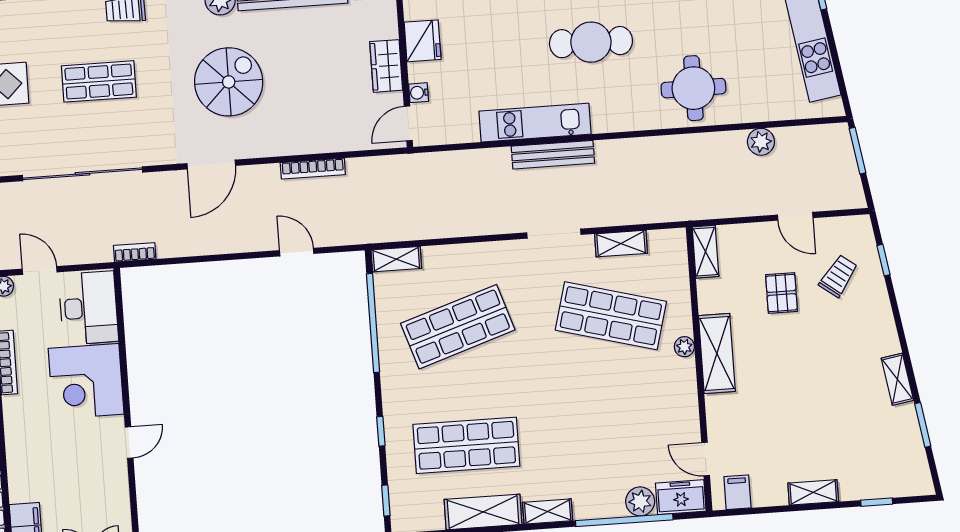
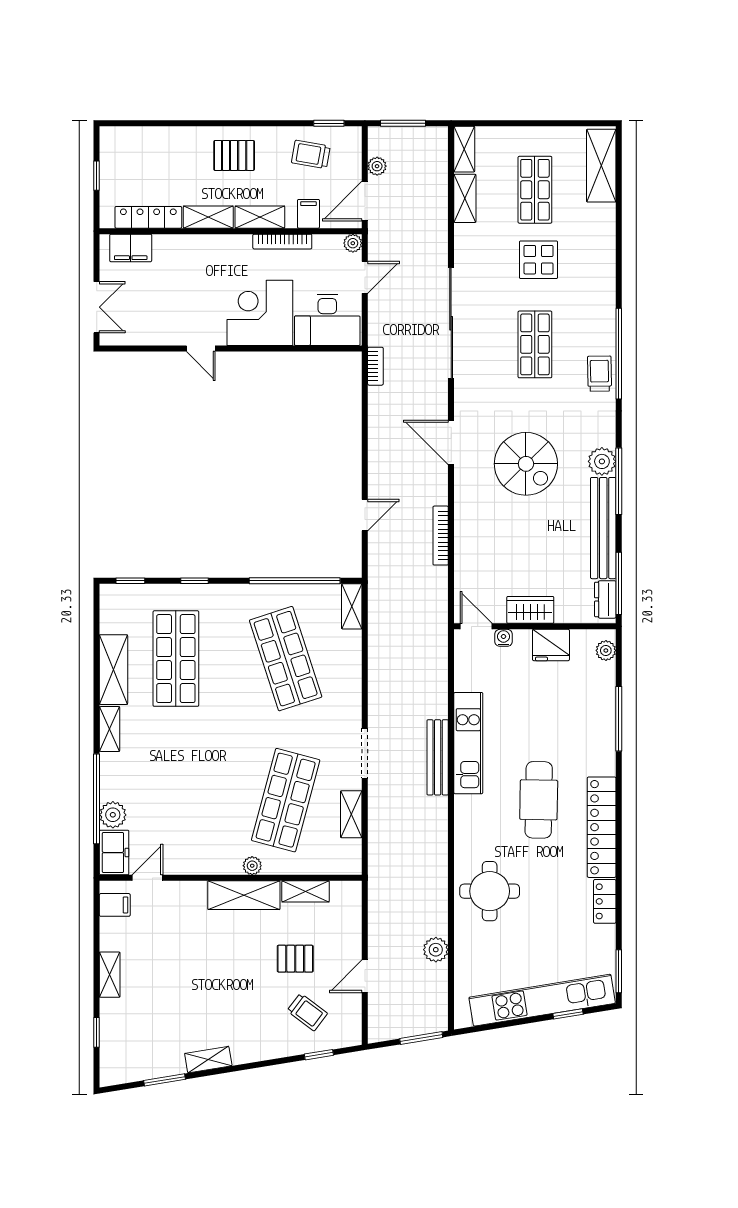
shelving: (705, 252) -> (306, 891), moved

